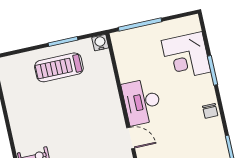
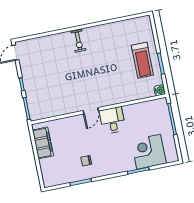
treadmill: (59, 67) -> (142, 60), turned 180
desk: (142, 102) -> (112, 120), width x0.73
chair: (210, 111) -> (86, 161), moved

